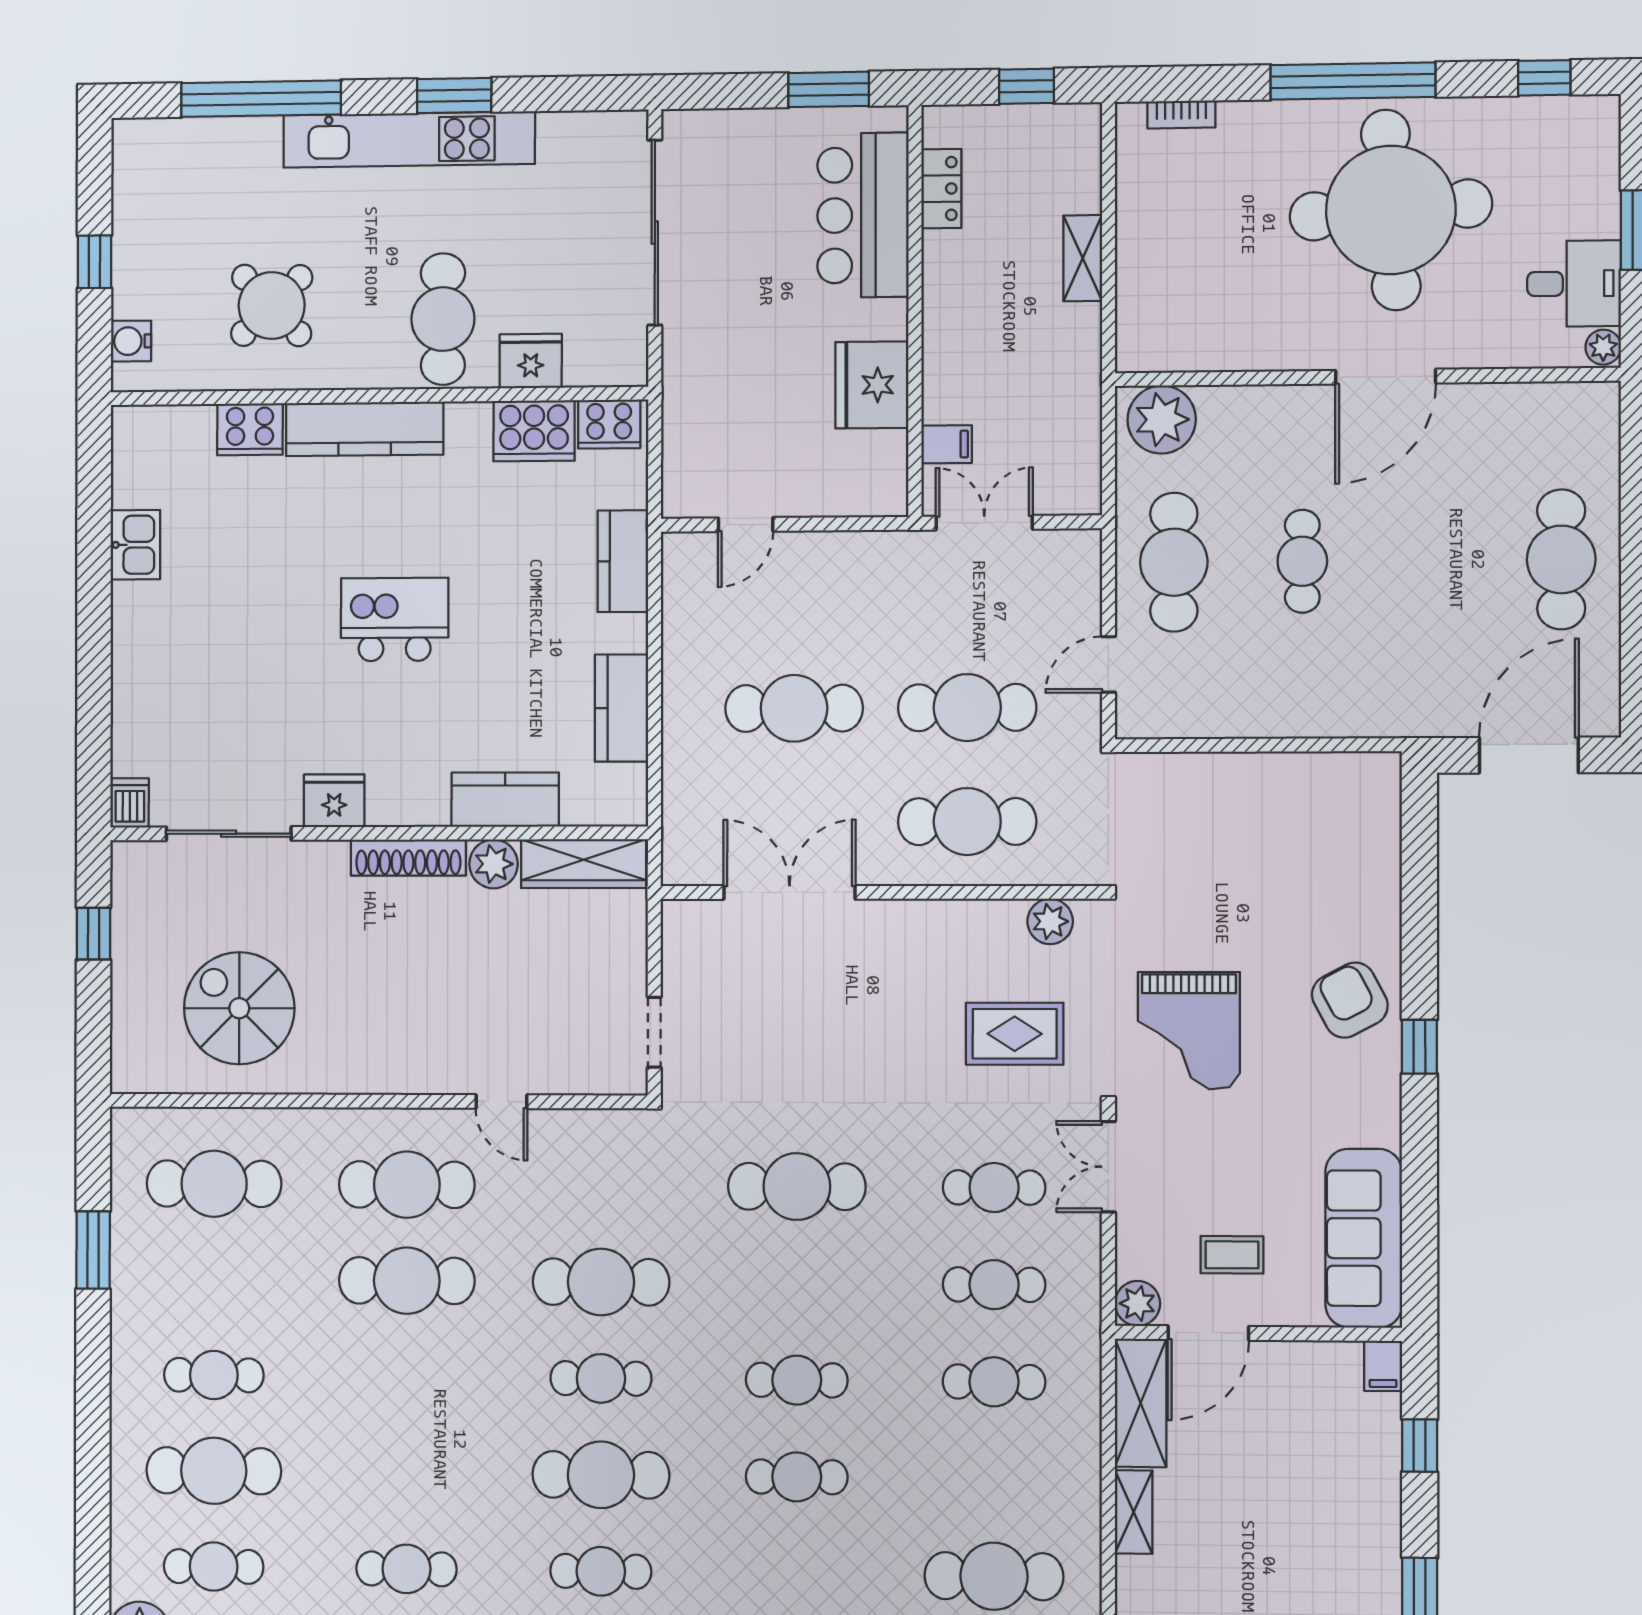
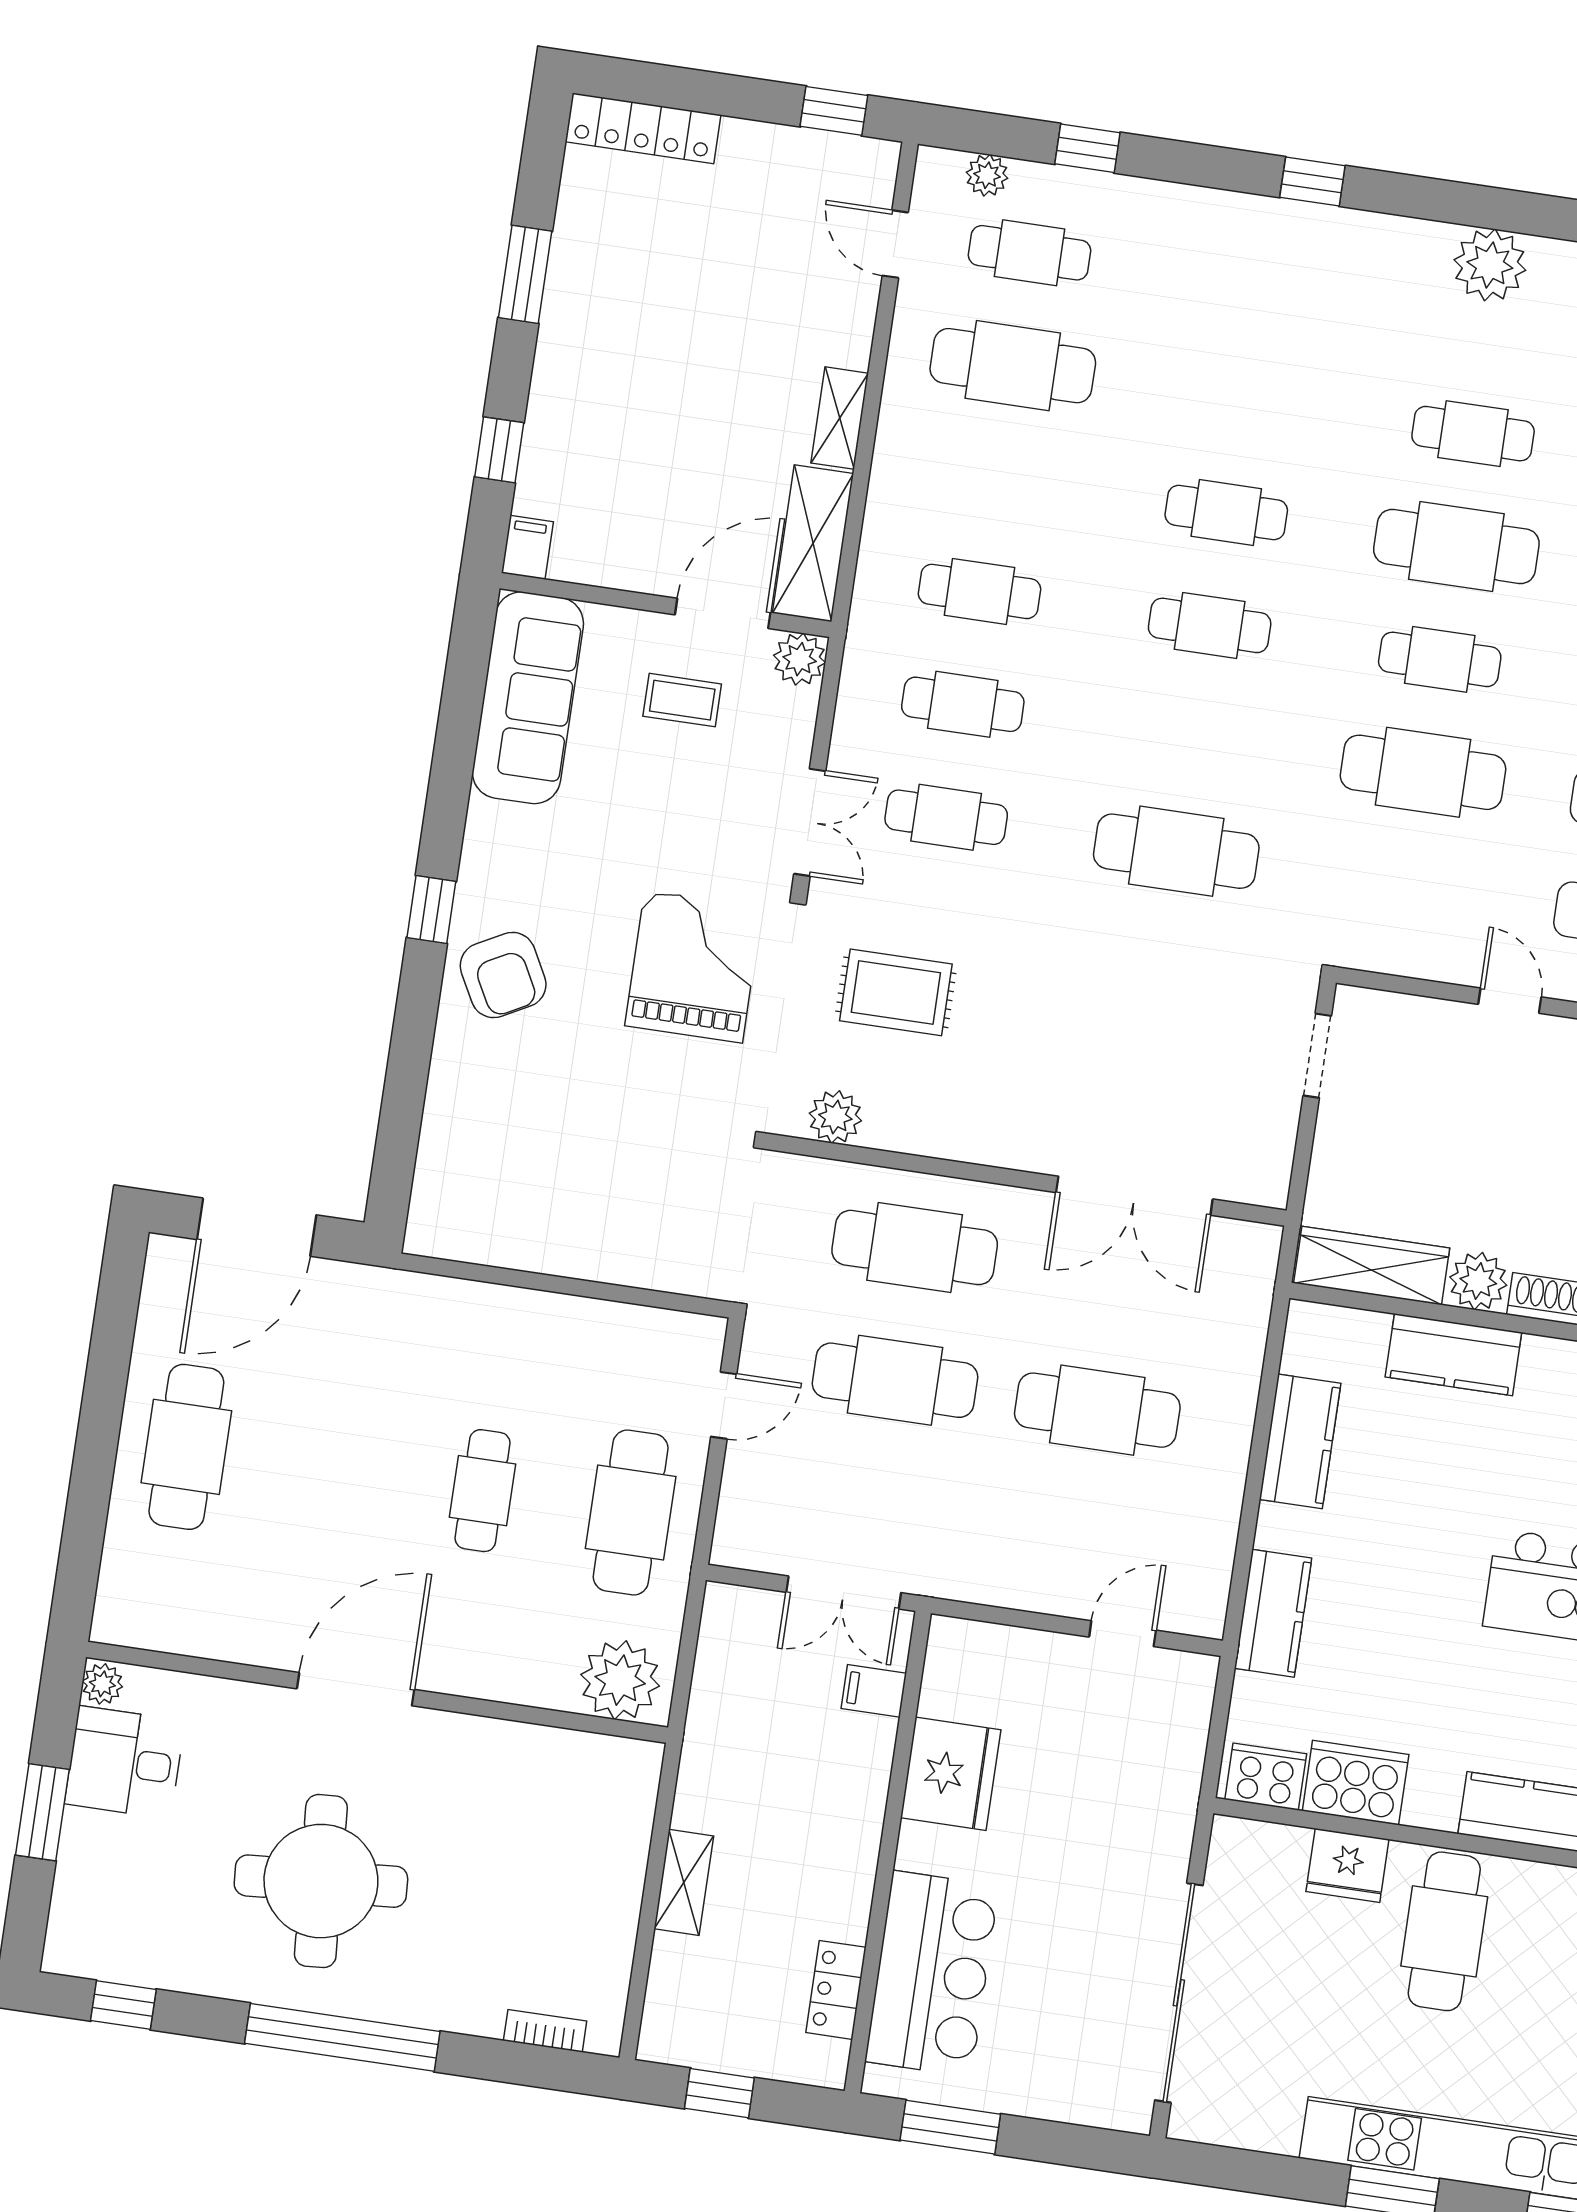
round table: (1391, 210) -> (321, 1881), width x0.73, depth x0.73

